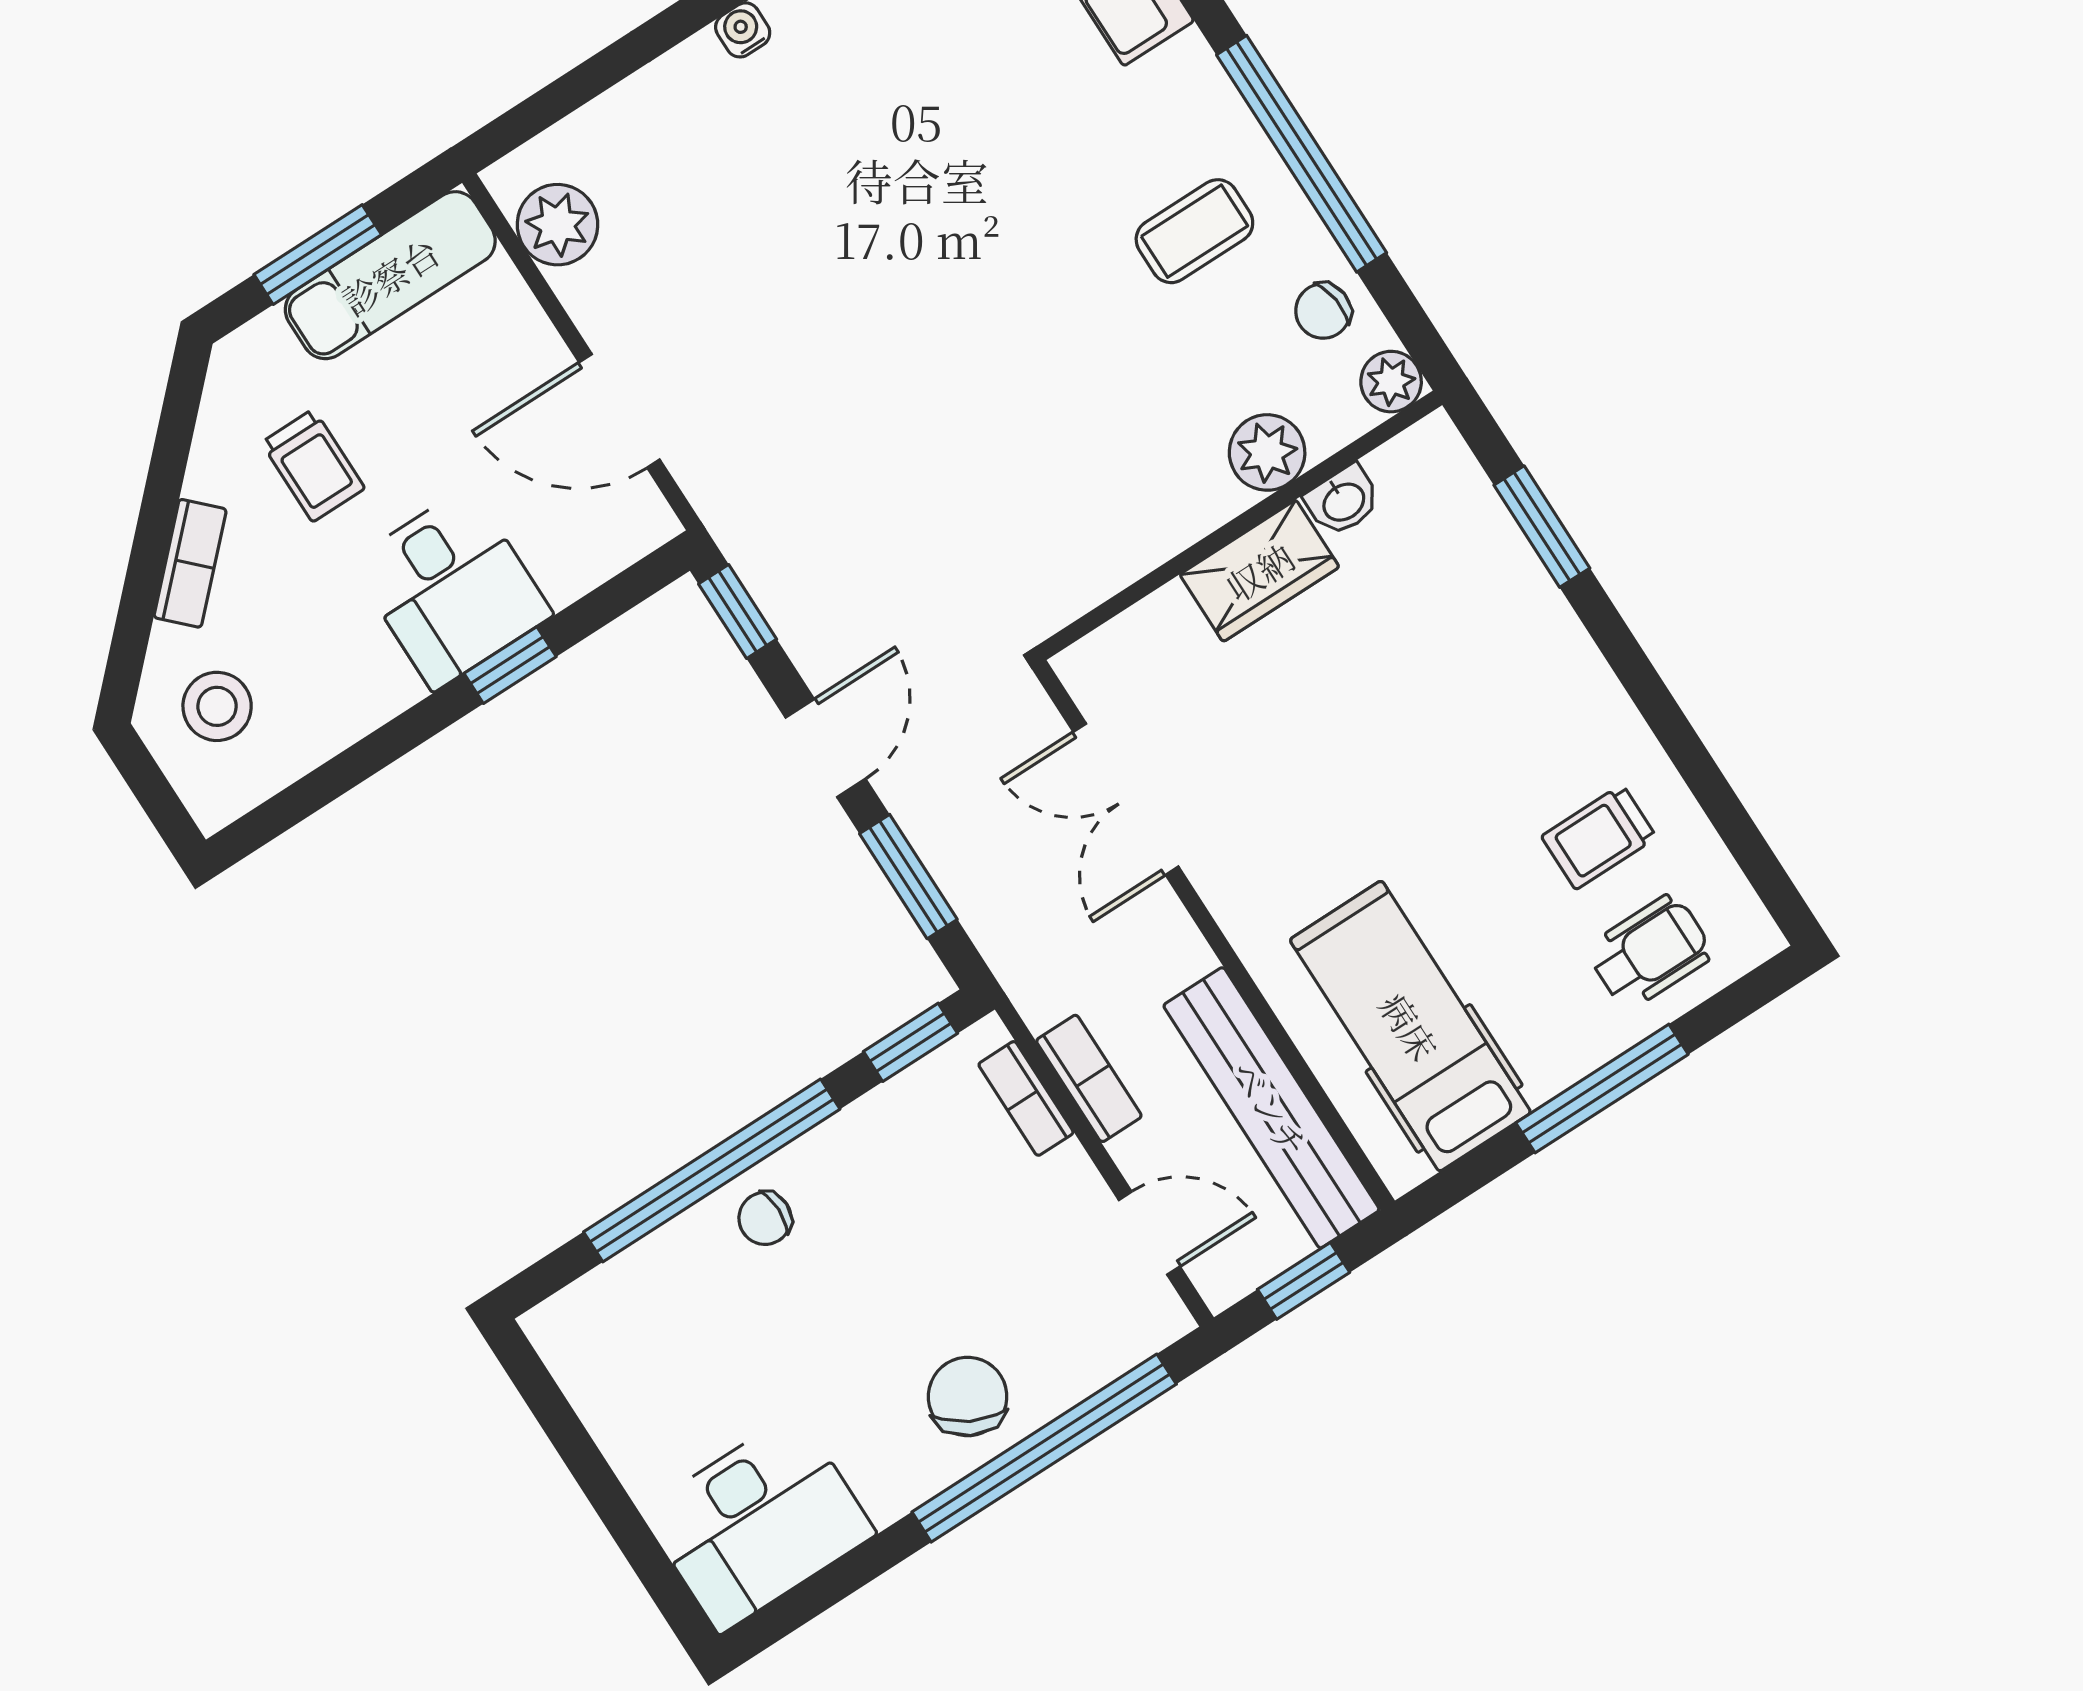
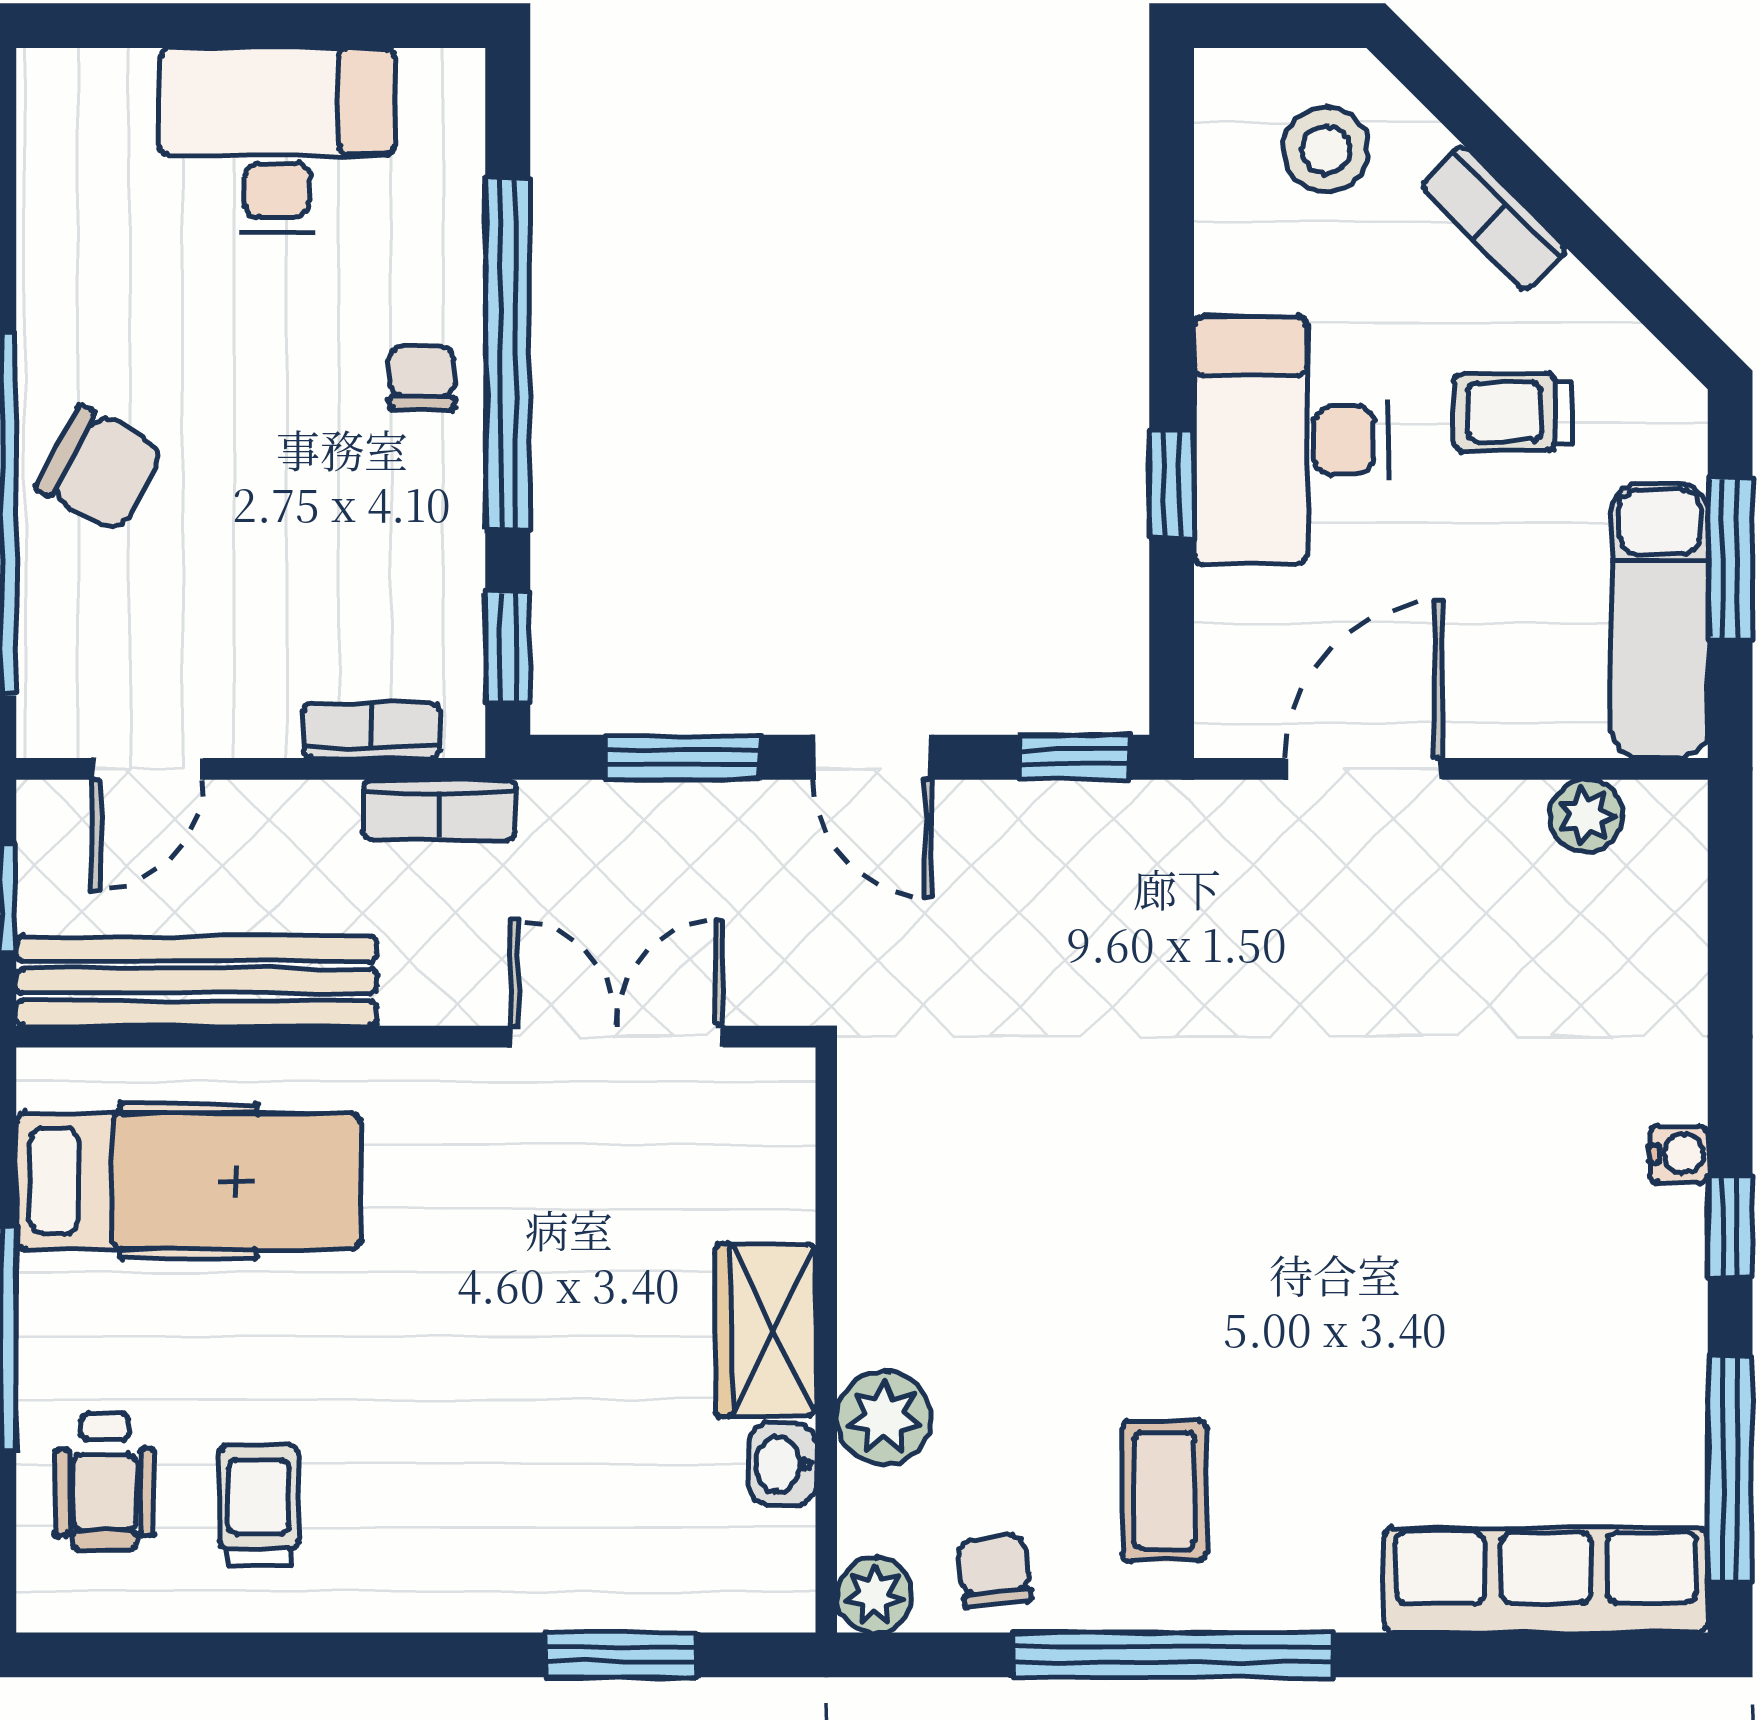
plant: (557, 225) -> (1586, 816), width x0.73, depth x0.73
desk: (451, 588) -> (1291, 440), width x1.37
bookcase: (1089, 1078) -> (440, 810), moved
desk: (758, 1523) -> (277, 140), moved, turned 90

